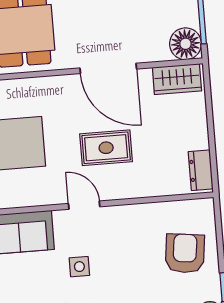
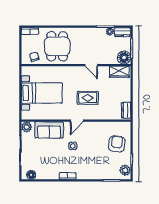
door: (108, 68) -> (91, 65), width x0.53
door: (84, 205) -> (77, 121), swing flipped

